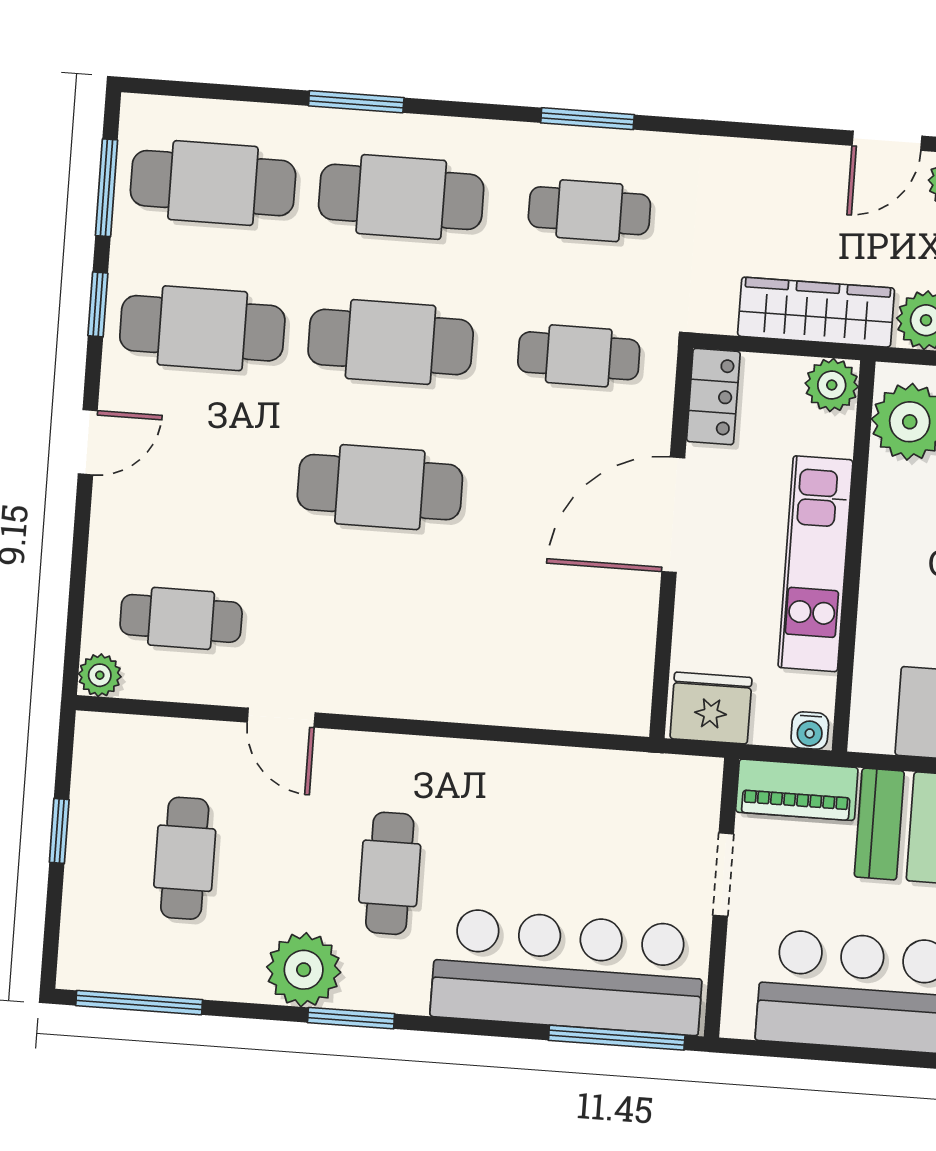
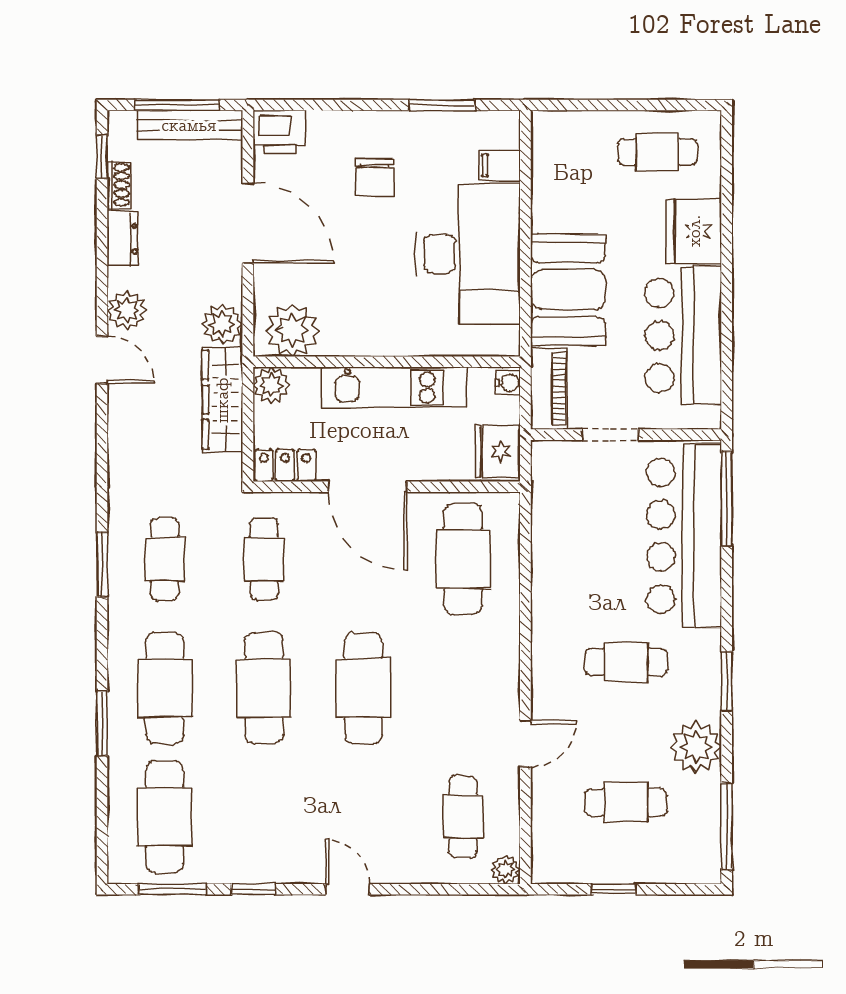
cafe table: (202, 328) -> (463, 559), moved
plant: (304, 970) -> (696, 747), moved

